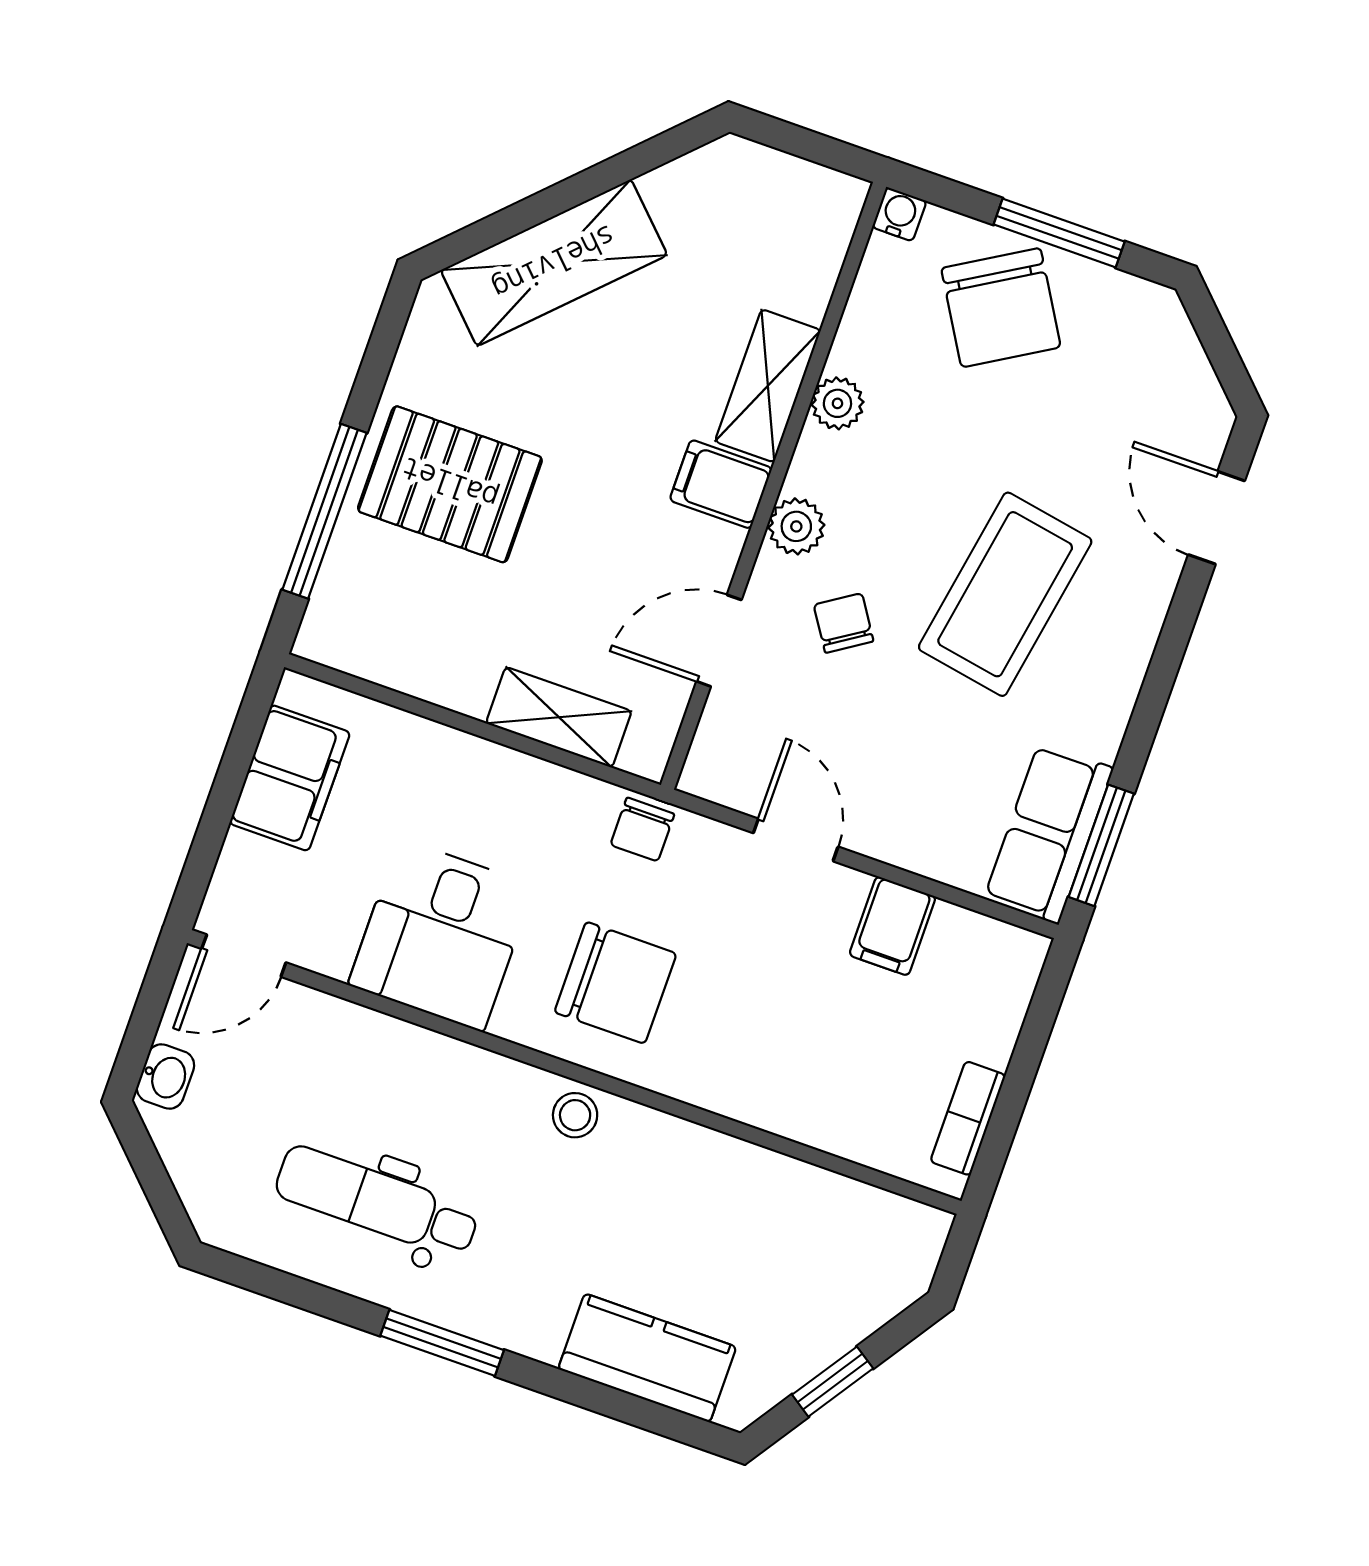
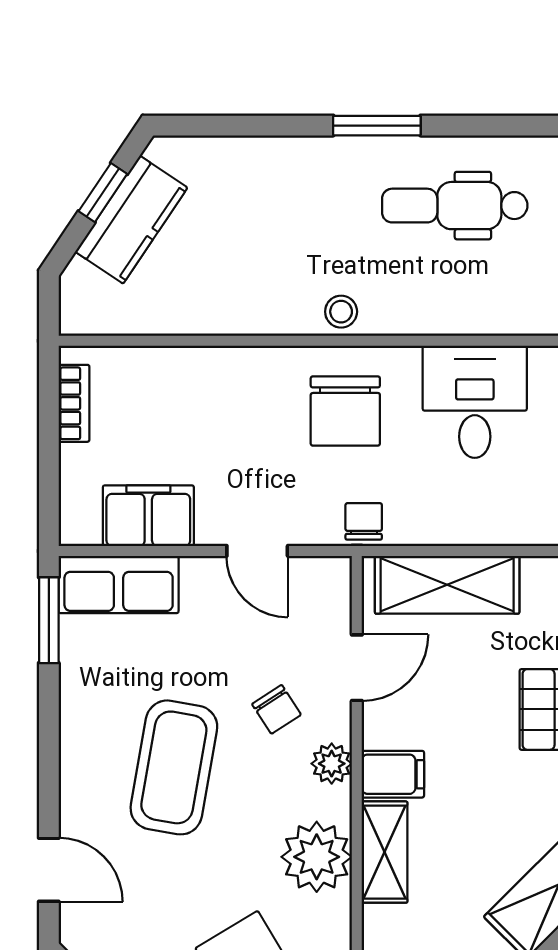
plant: (837, 403) -> (317, 857), width x1.88, depth x1.88
shelving: (559, 717) -> (447, 585), width x1.50, depth x1.33
row of seats: (1049, 833) -> (119, 584), moved, turned 90
filing cabinet: (892, 926) -> (148, 516), width x2.00
chair: (615, 983) -> (345, 411), turned -90
dental chair: (377, 1202) -> (455, 206), turned 180
kitchen counter: (647, 1358) -> (131, 220), moved, turned -56

